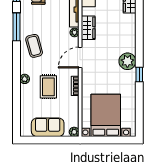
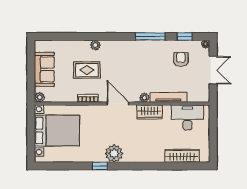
coffee table: (34, 46) -> (130, 55), removed

